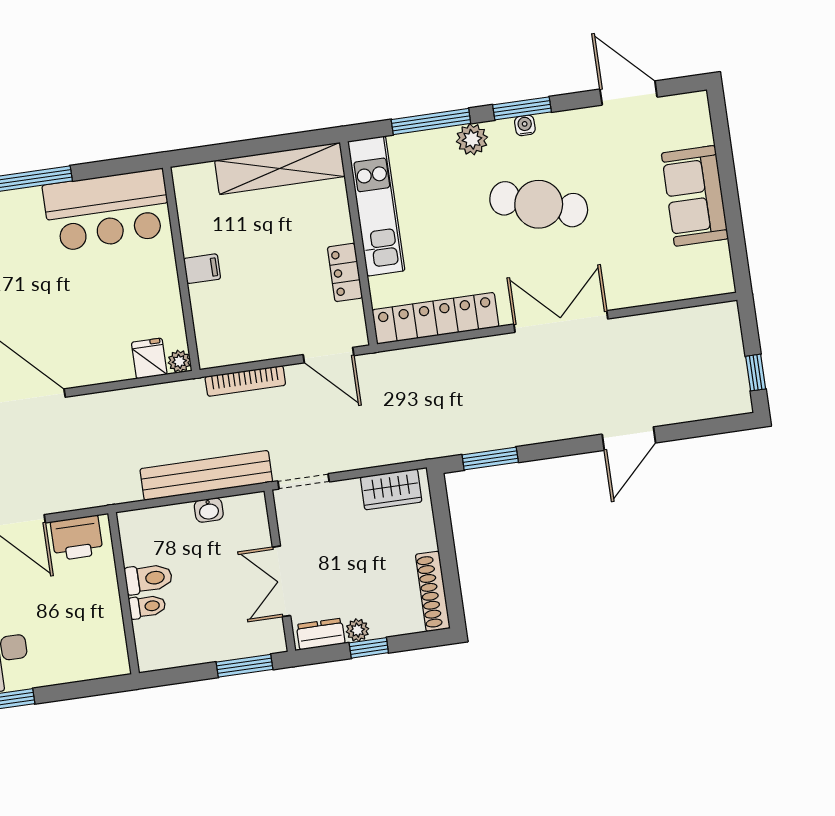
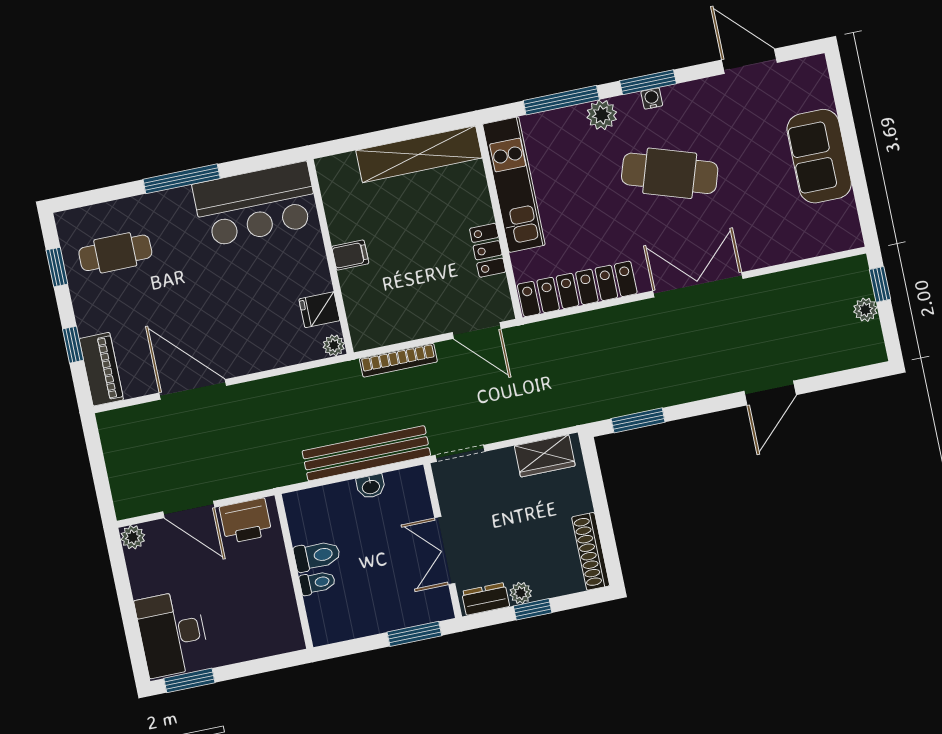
fridge: (149, 358) -> (319, 310), moved, turned -90
plant: (733, 358) -> (865, 310), added
window: (756, 373) -> (880, 284), moved

